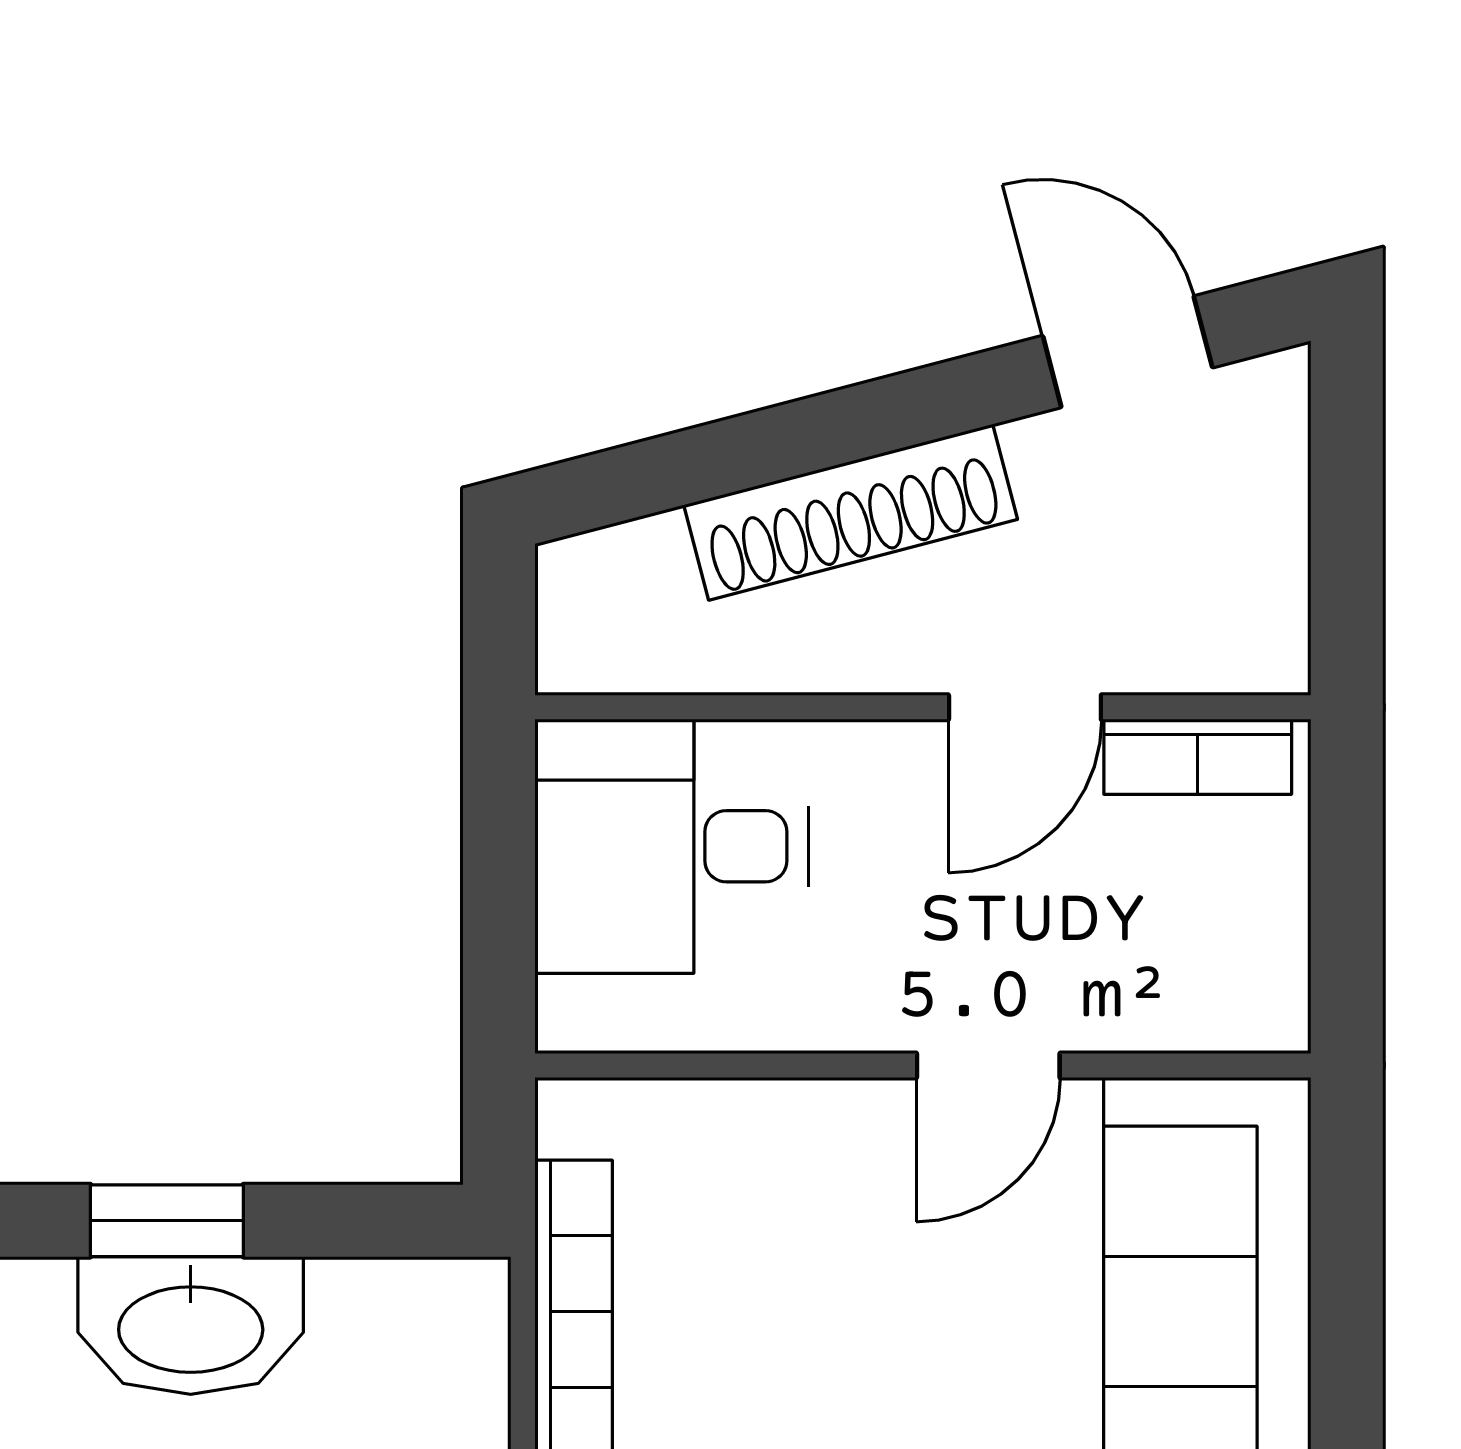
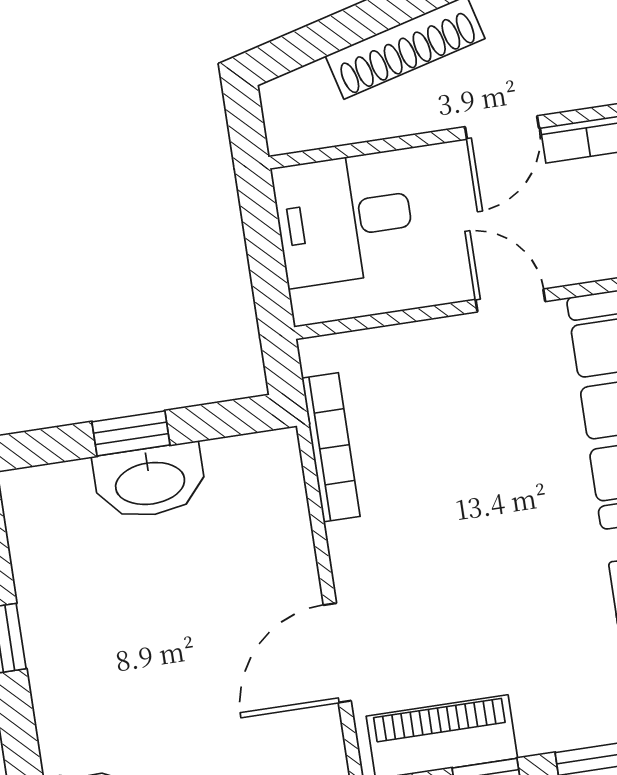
door: (988, 1065) -> (510, 301), swing flipped

